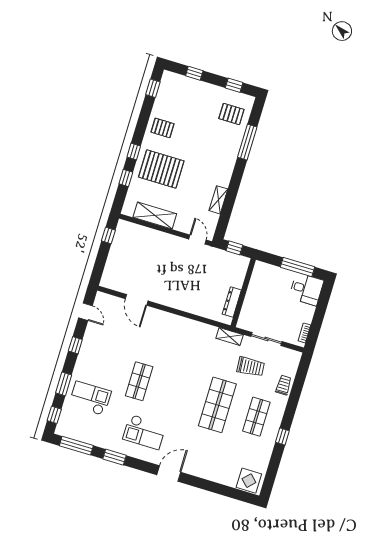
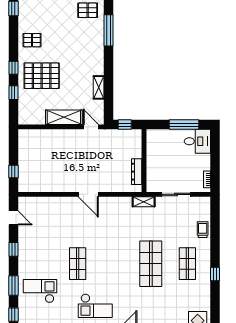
shelving: (155, 215) -> (64, 117), moved
window: (108, 235) -> (13, 172), moved
door: (137, 300) -> (88, 194), moved
trolley: (251, 367) -> (170, 222), removed

